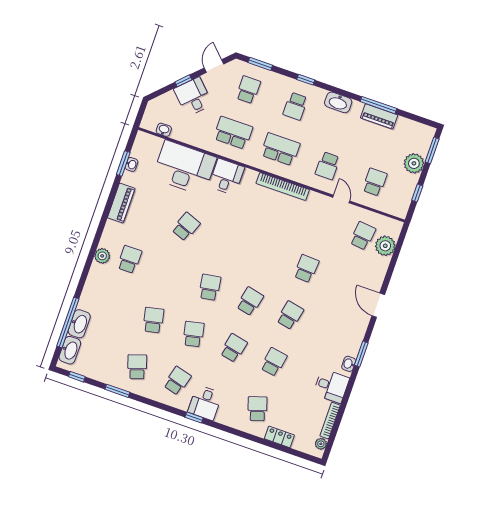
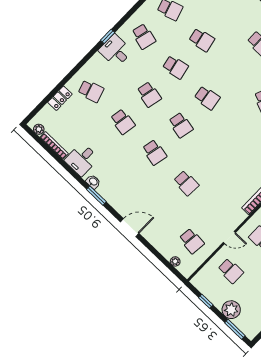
plant: (385, 246) -> (175, 261), width x0.53, depth x0.53

